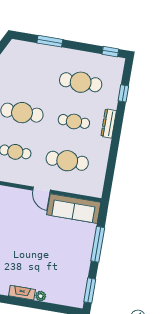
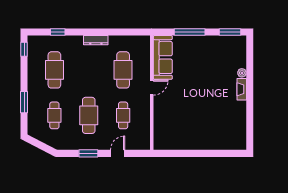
cafe table: (74, 121) -> (54, 115), moved
dresser: (109, 123) -> (96, 40), moved

